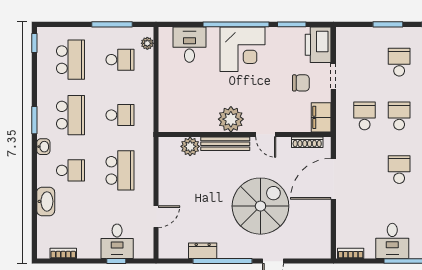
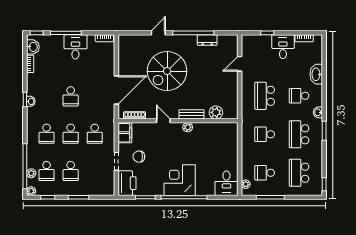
desk: (189, 45) -> (226, 183), moved
plant: (231, 119) -> (188, 127), width x0.53, depth x0.53
bench: (225, 144) -> (191, 114), width x0.73
desk: (117, 241) -> (283, 47), moved

